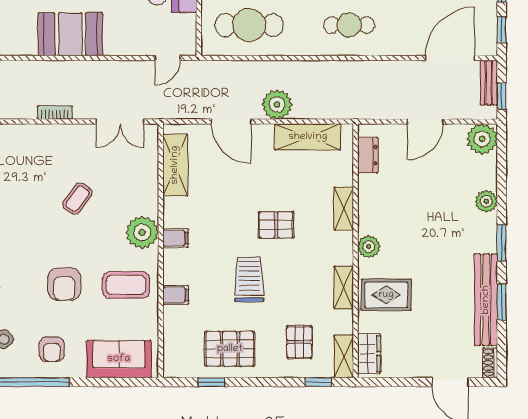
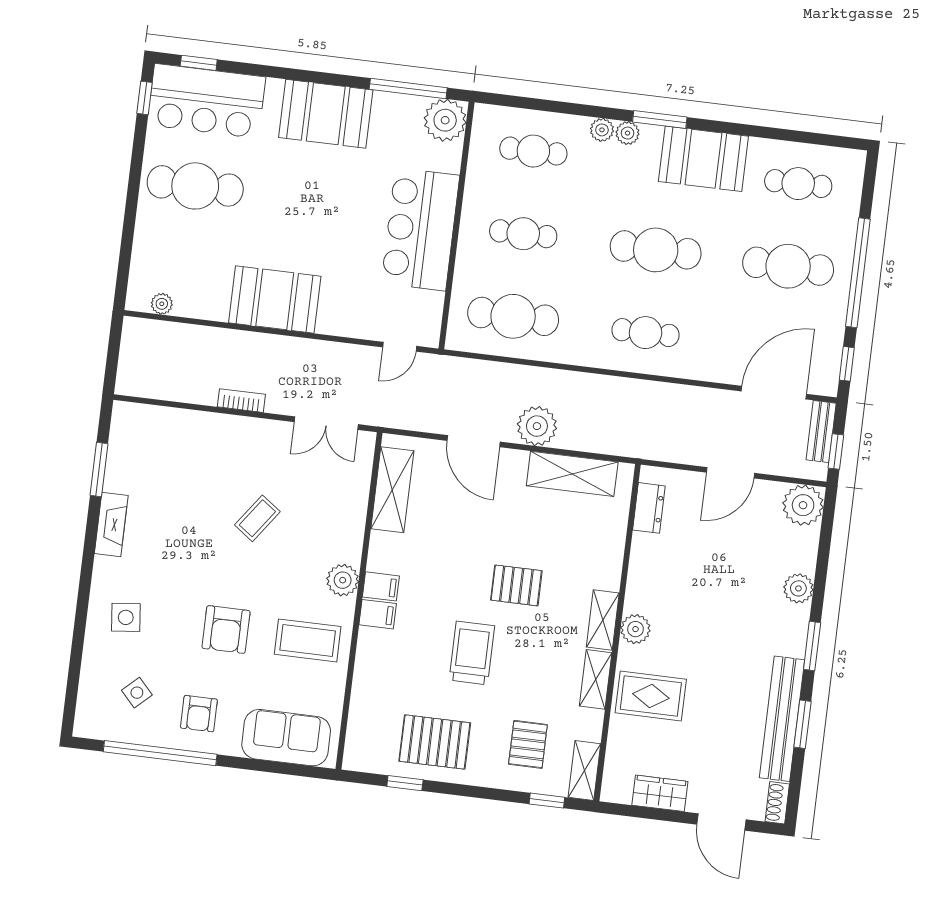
shelving: (344, 209) -> (603, 620), moved
plant: (142, 232) -> (343, 580), width x0.73, depth x0.73
filing cabinet: (176, 295) -> (378, 614), moved
wardrobe: (369, 354) -> (660, 793), moved, turned -90

